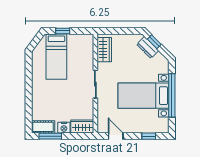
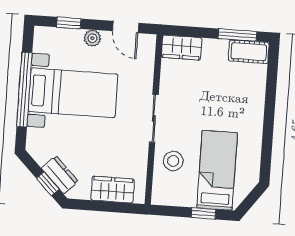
wardrobe: (104, 50) -> (113, 190), moved, turned 90
stool: (82, 60) -> (173, 161), added
nightstand: (64, 128) -> (213, 48), removed
plant: (134, 128) -> (92, 38), added

